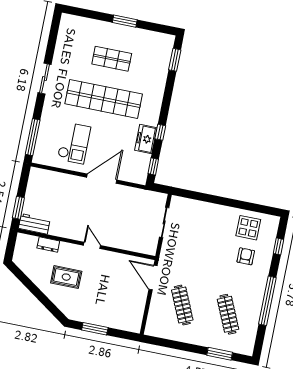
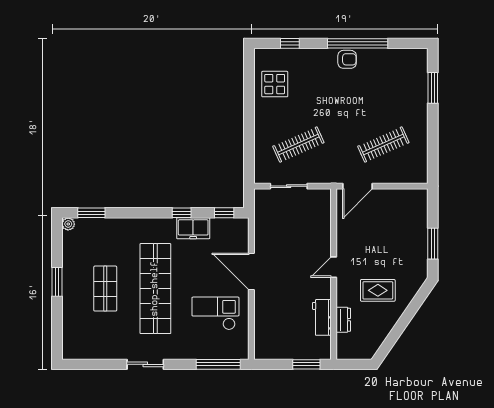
plant: (169, 40) -> (68, 224), added
workbench: (34, 224) -> (322, 317), moved
armchair: (246, 256) -> (347, 59), moved, turned 180
rug: (66, 277) -> (378, 290), turned 90
clothes rail: (228, 314) -> (298, 144), moved

